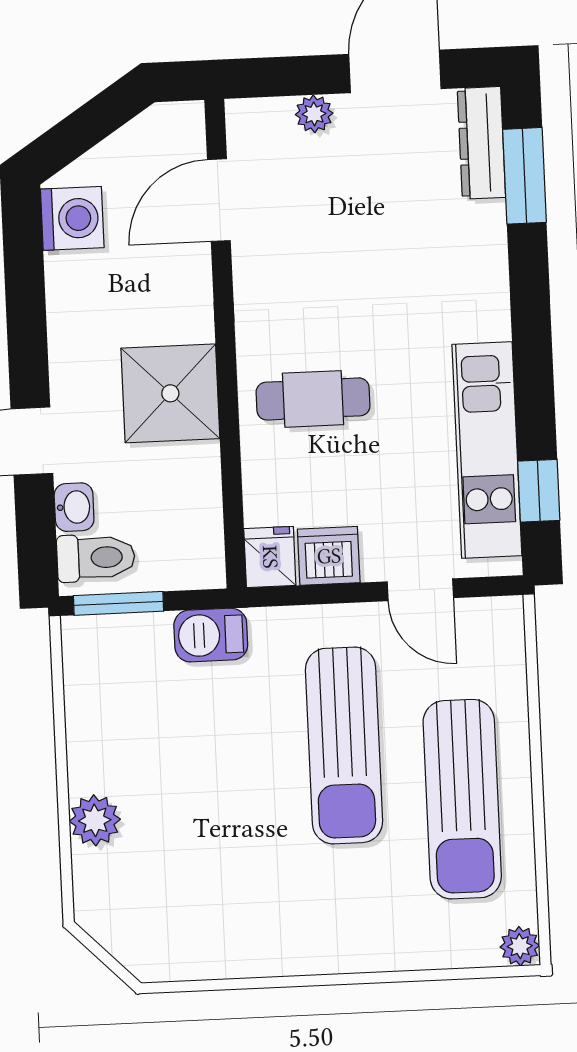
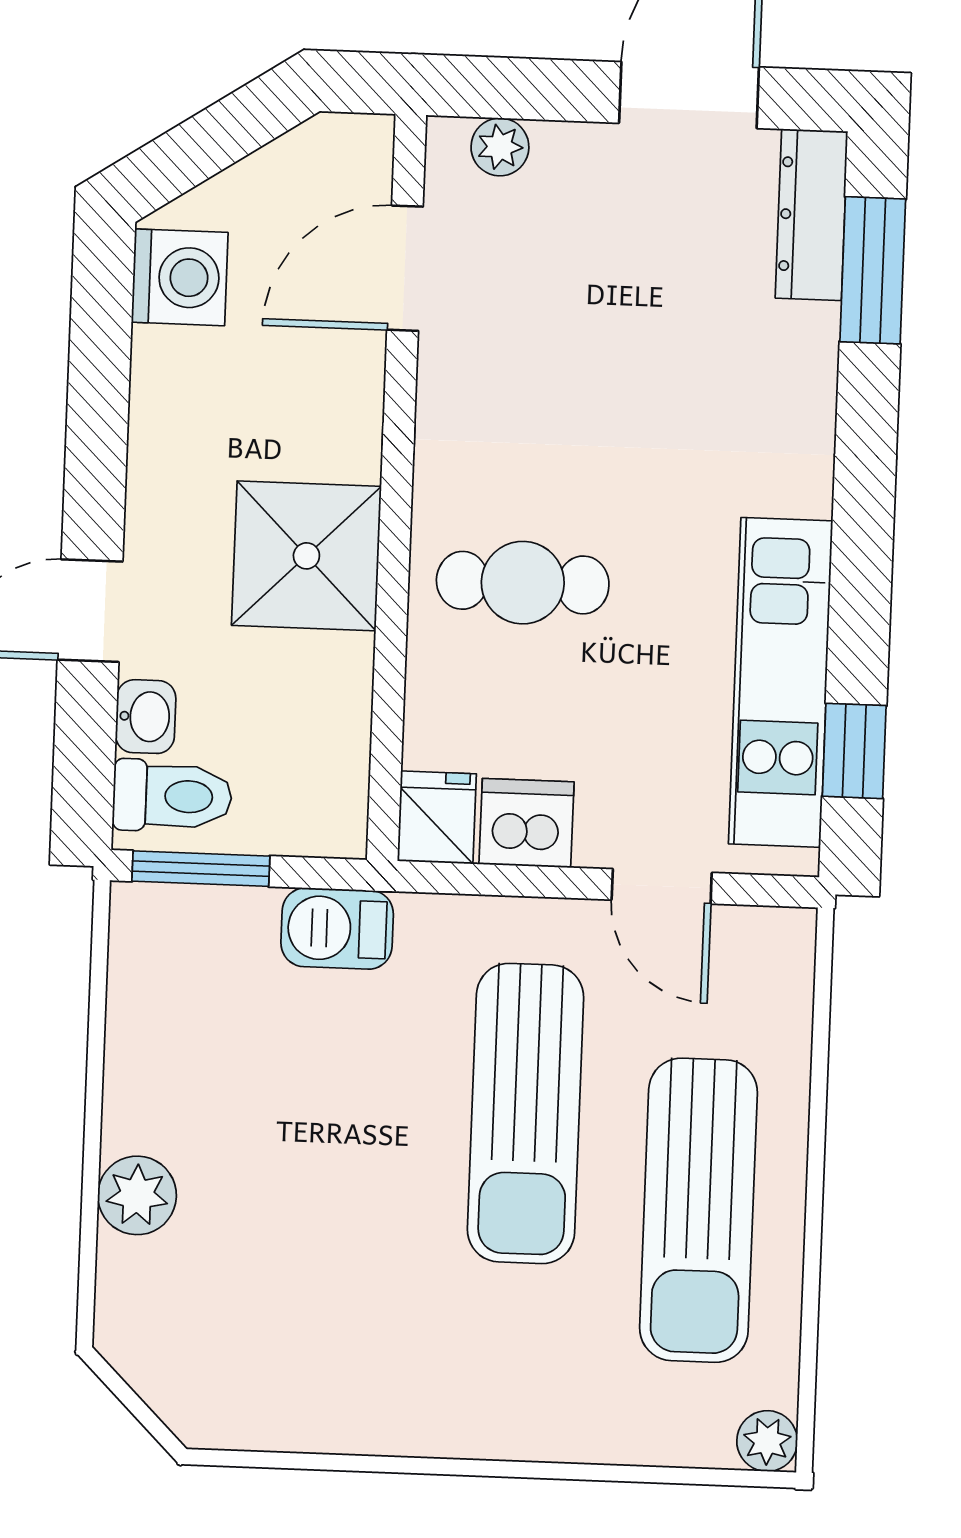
plant: (314, 114) -> (500, 147), moved

